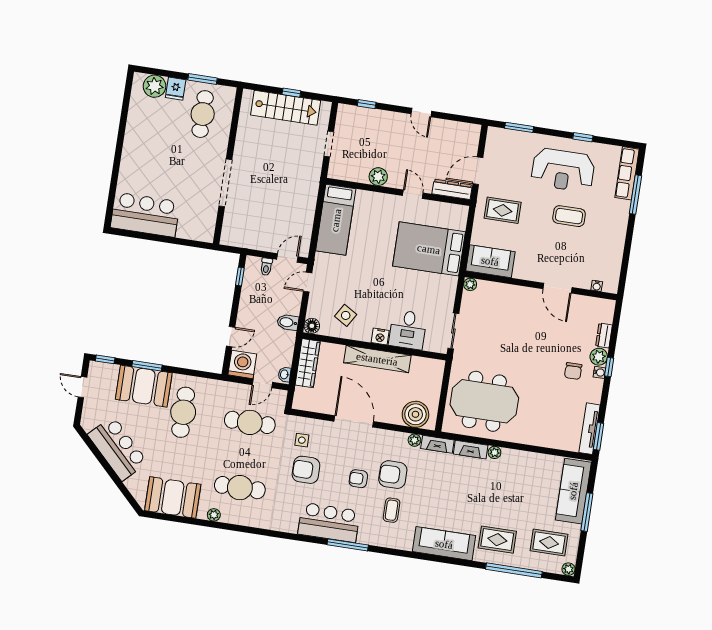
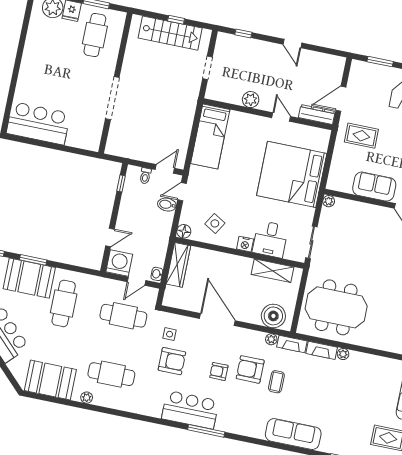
bed: (429, 249) -> (292, 174), width x1.36
sofa: (490, 261) -> (374, 187), moved
bidet: (288, 322) -> (167, 205), moved
shelving: (377, 359) -> (273, 271), moved, width x0.68
armchair: (306, 470) -> (172, 361), turned 180
coffee table: (392, 510) -> (276, 382), moved
rug: (497, 540) -> (342, 433), removed

